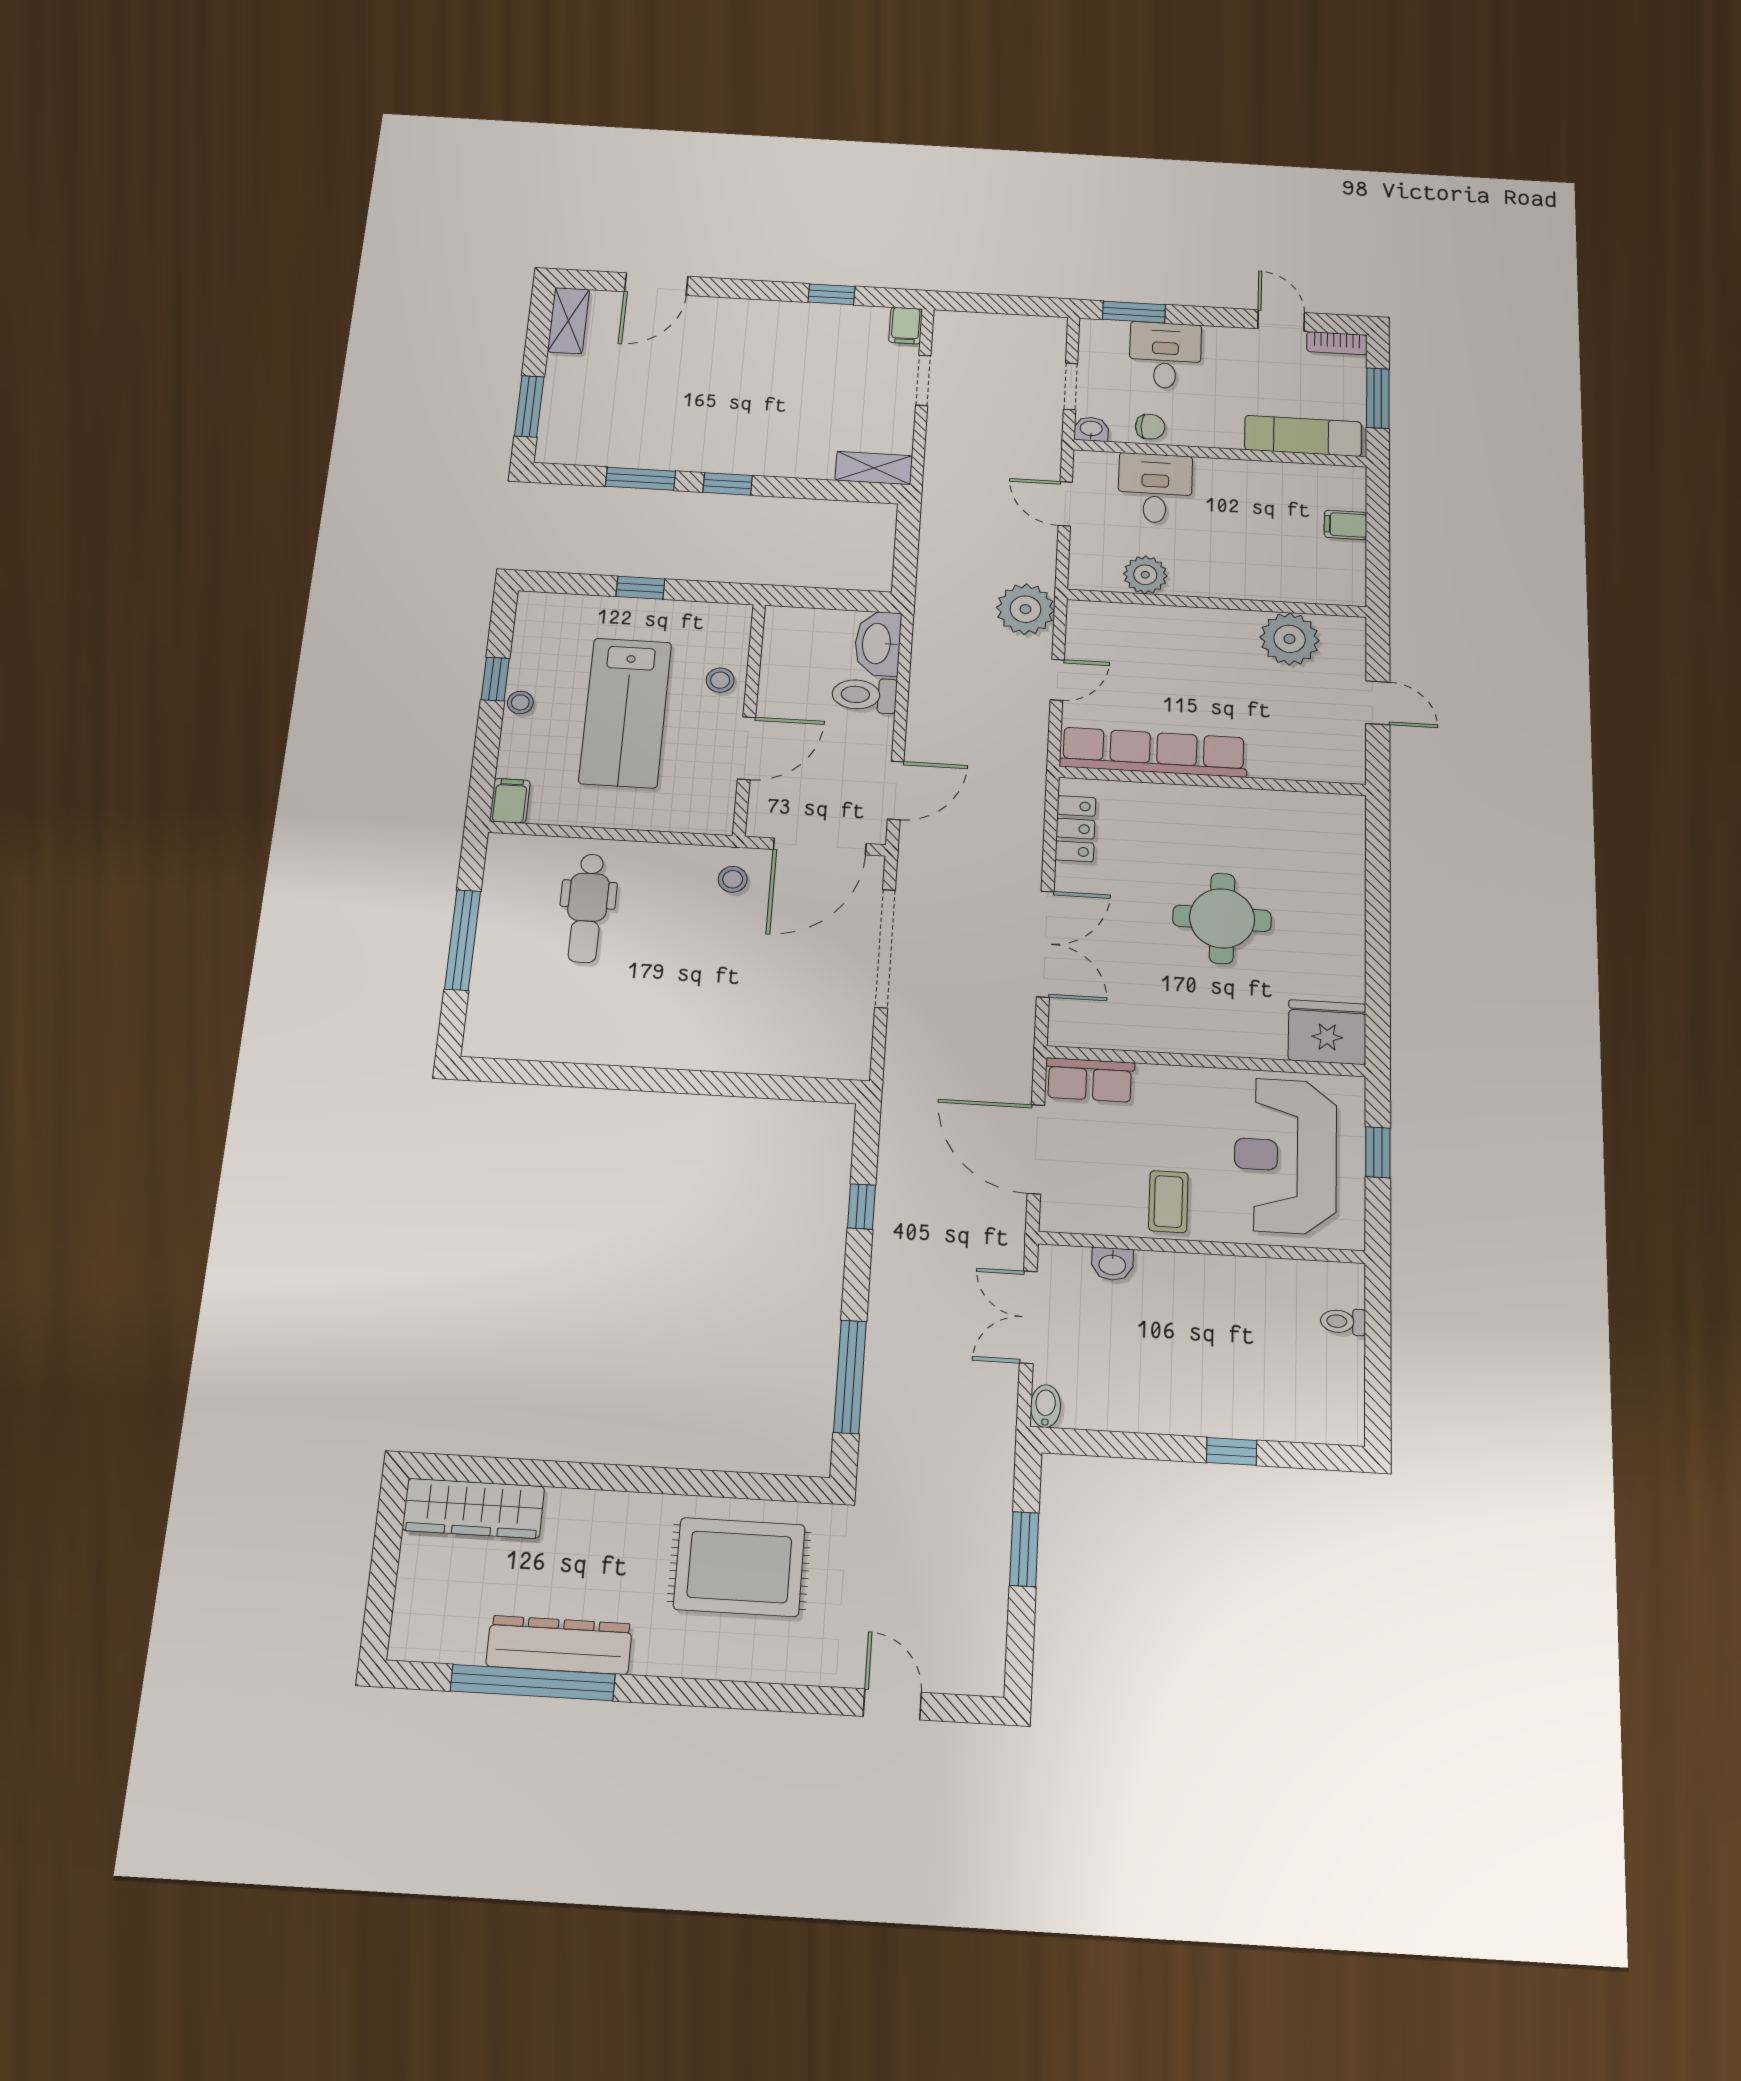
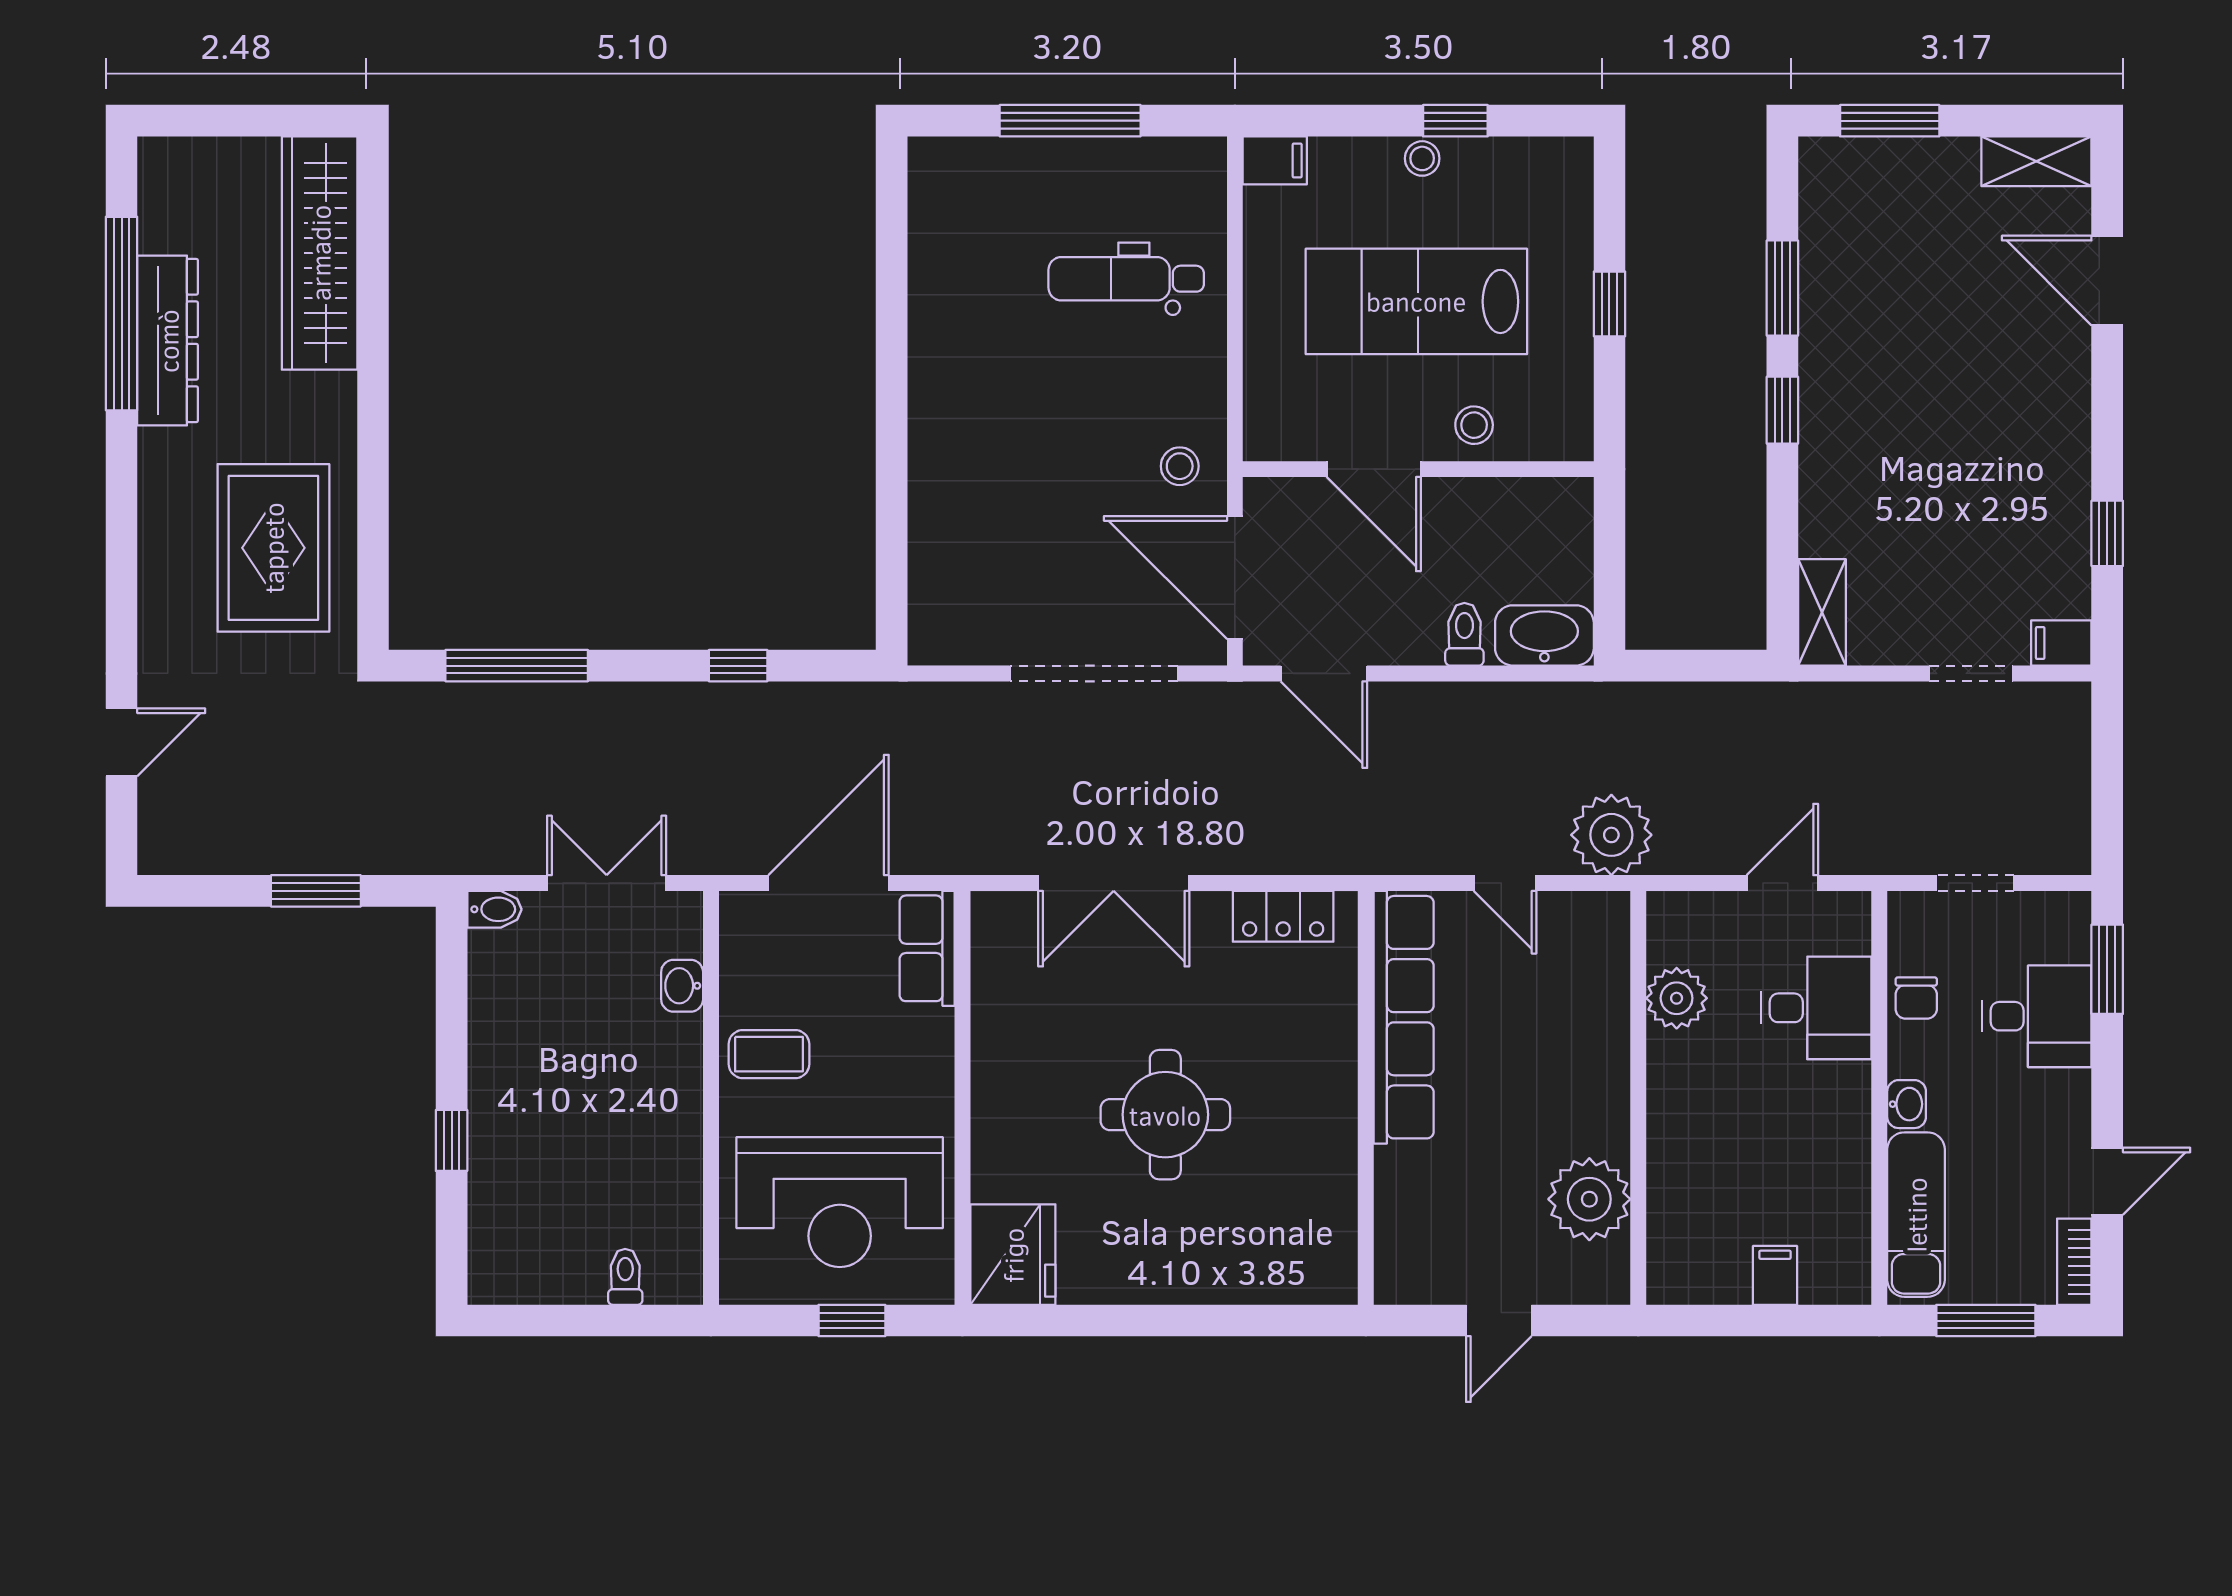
washbasin: (1091, 429) -> (1907, 1104), moved
toilet: (864, 695) -> (1464, 634), width x0.73, depth x0.72
reception desk: (1285, 1156) -> (840, 1202), turned 180
wardrobe: (473, 1508) -> (320, 253), width x1.40, depth x1.17

